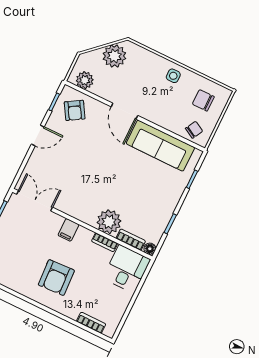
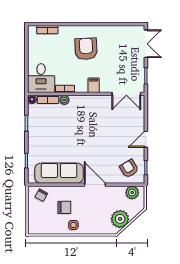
chair: (203, 100) -> (64, 207), moved
plant: (109, 222) -> (64, 100), width x0.53, depth x0.53

